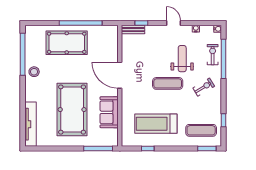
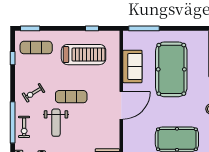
door: (120, 75) -> (121, 105), hinge flipped

